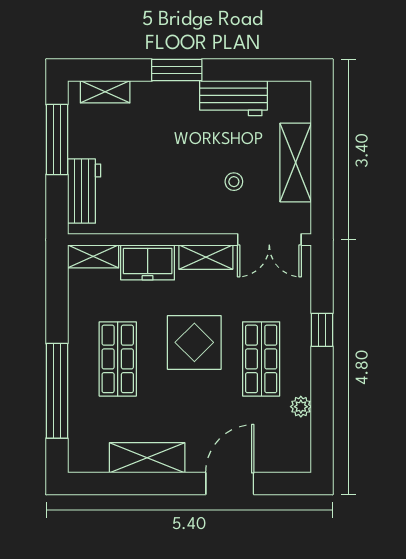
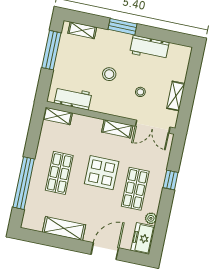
stool: (171, 161) -> (109, 74), added
shelving: (296, 163) -> (176, 96), width x0.67, depth x0.75
workbench: (84, 191) -> (73, 98), moved, turned -90
freezer: (148, 262) -> (143, 238), moved, turned 90

